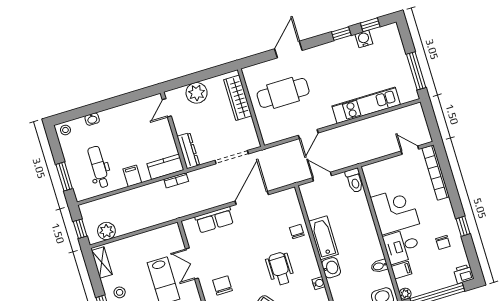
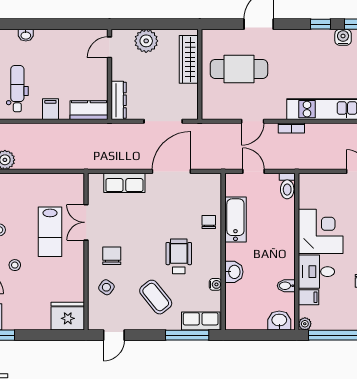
bookcase: (176, 180) -> (291, 128), moved
bathtub: (324, 238) -> (235, 219), moved

